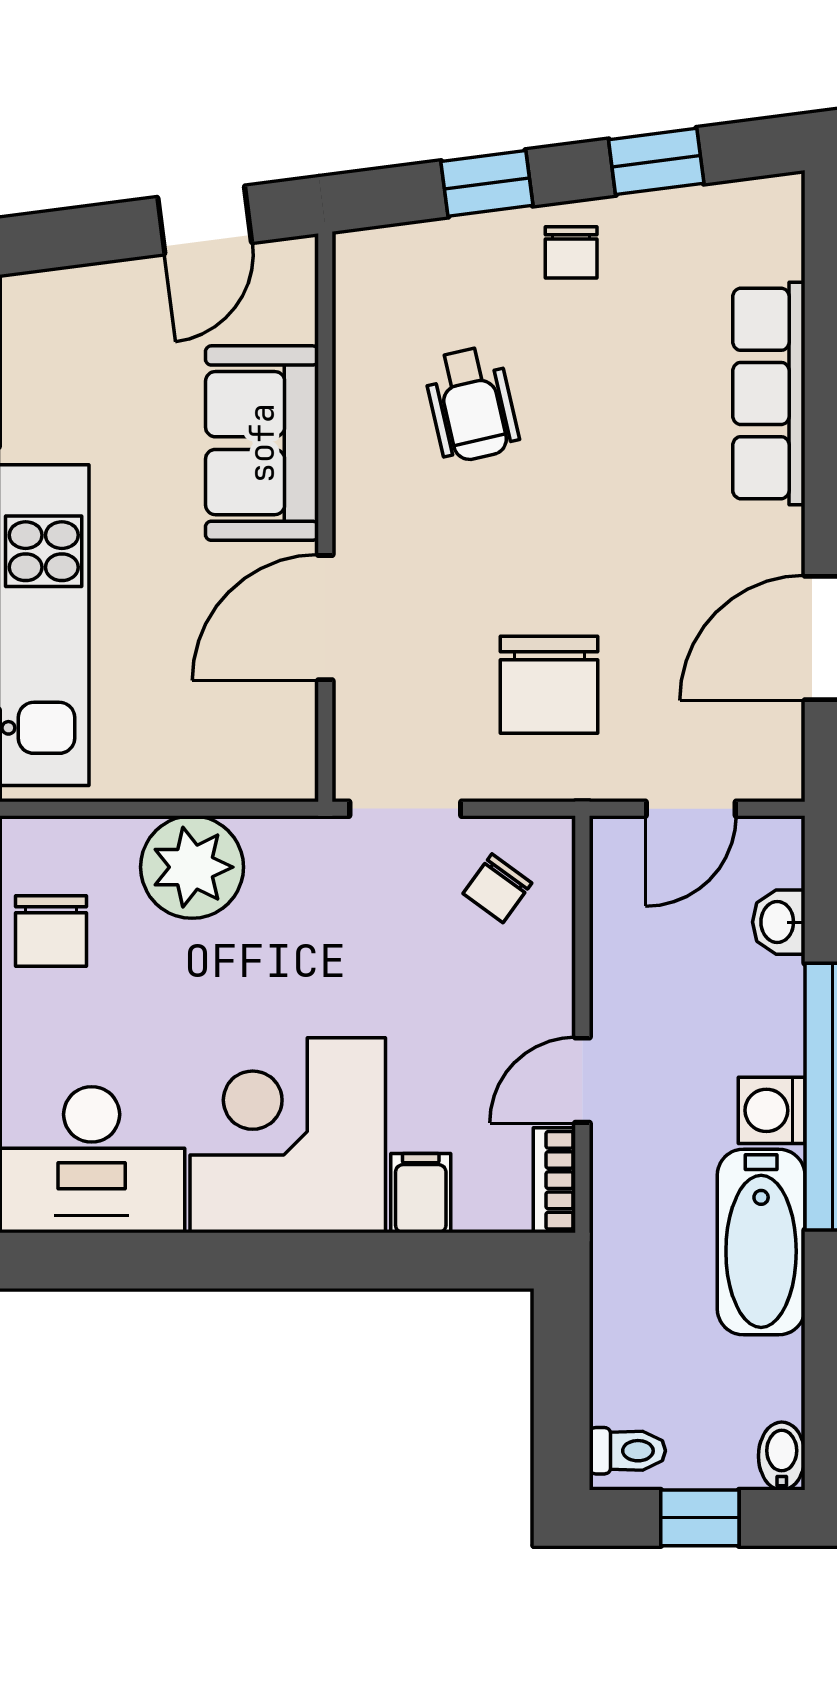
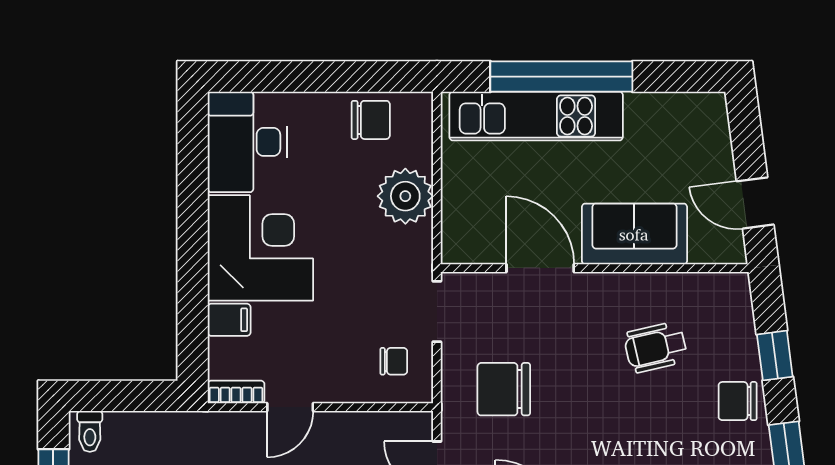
chair: (571, 252) -> (738, 401), width x1.37, depth x1.37
chair: (497, 888) -> (394, 361), turned 144
chair: (51, 931) -> (371, 120), turned 180
door: (582, 1080) -> (290, 407), swing flipped

